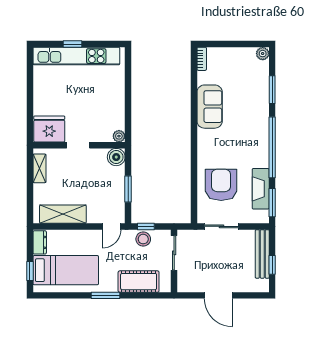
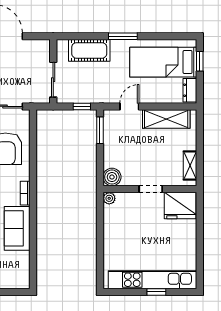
bookcase: (202, 59) -> (25, 193), moved
window: (128, 189) -> (100, 130), moved
door: (111, 226) -> (129, 106), moved
stool: (143, 239) -> (85, 94), removed

